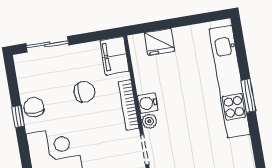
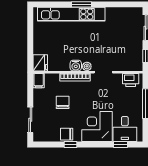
fridge: (160, 42) -> (40, 63), moved
filing cabinet: (115, 56) -> (39, 81), width x0.50

